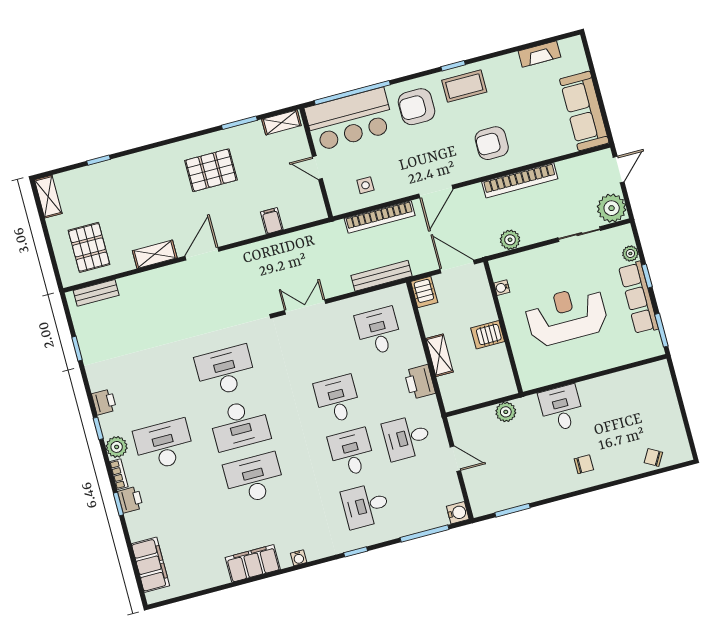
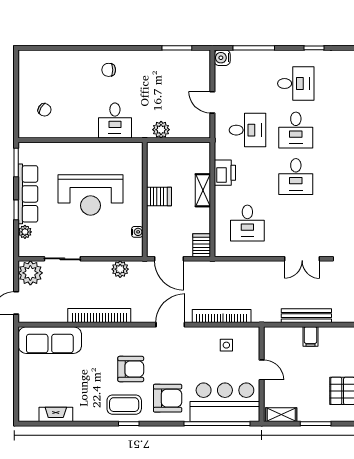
sofa: (584, 111) -> (50, 340), moved, turned 90
armchair: (492, 143) -> (131, 369), moved
bench: (381, 276) -> (306, 316), moved
chair: (653, 457) -> (44, 110), moved

